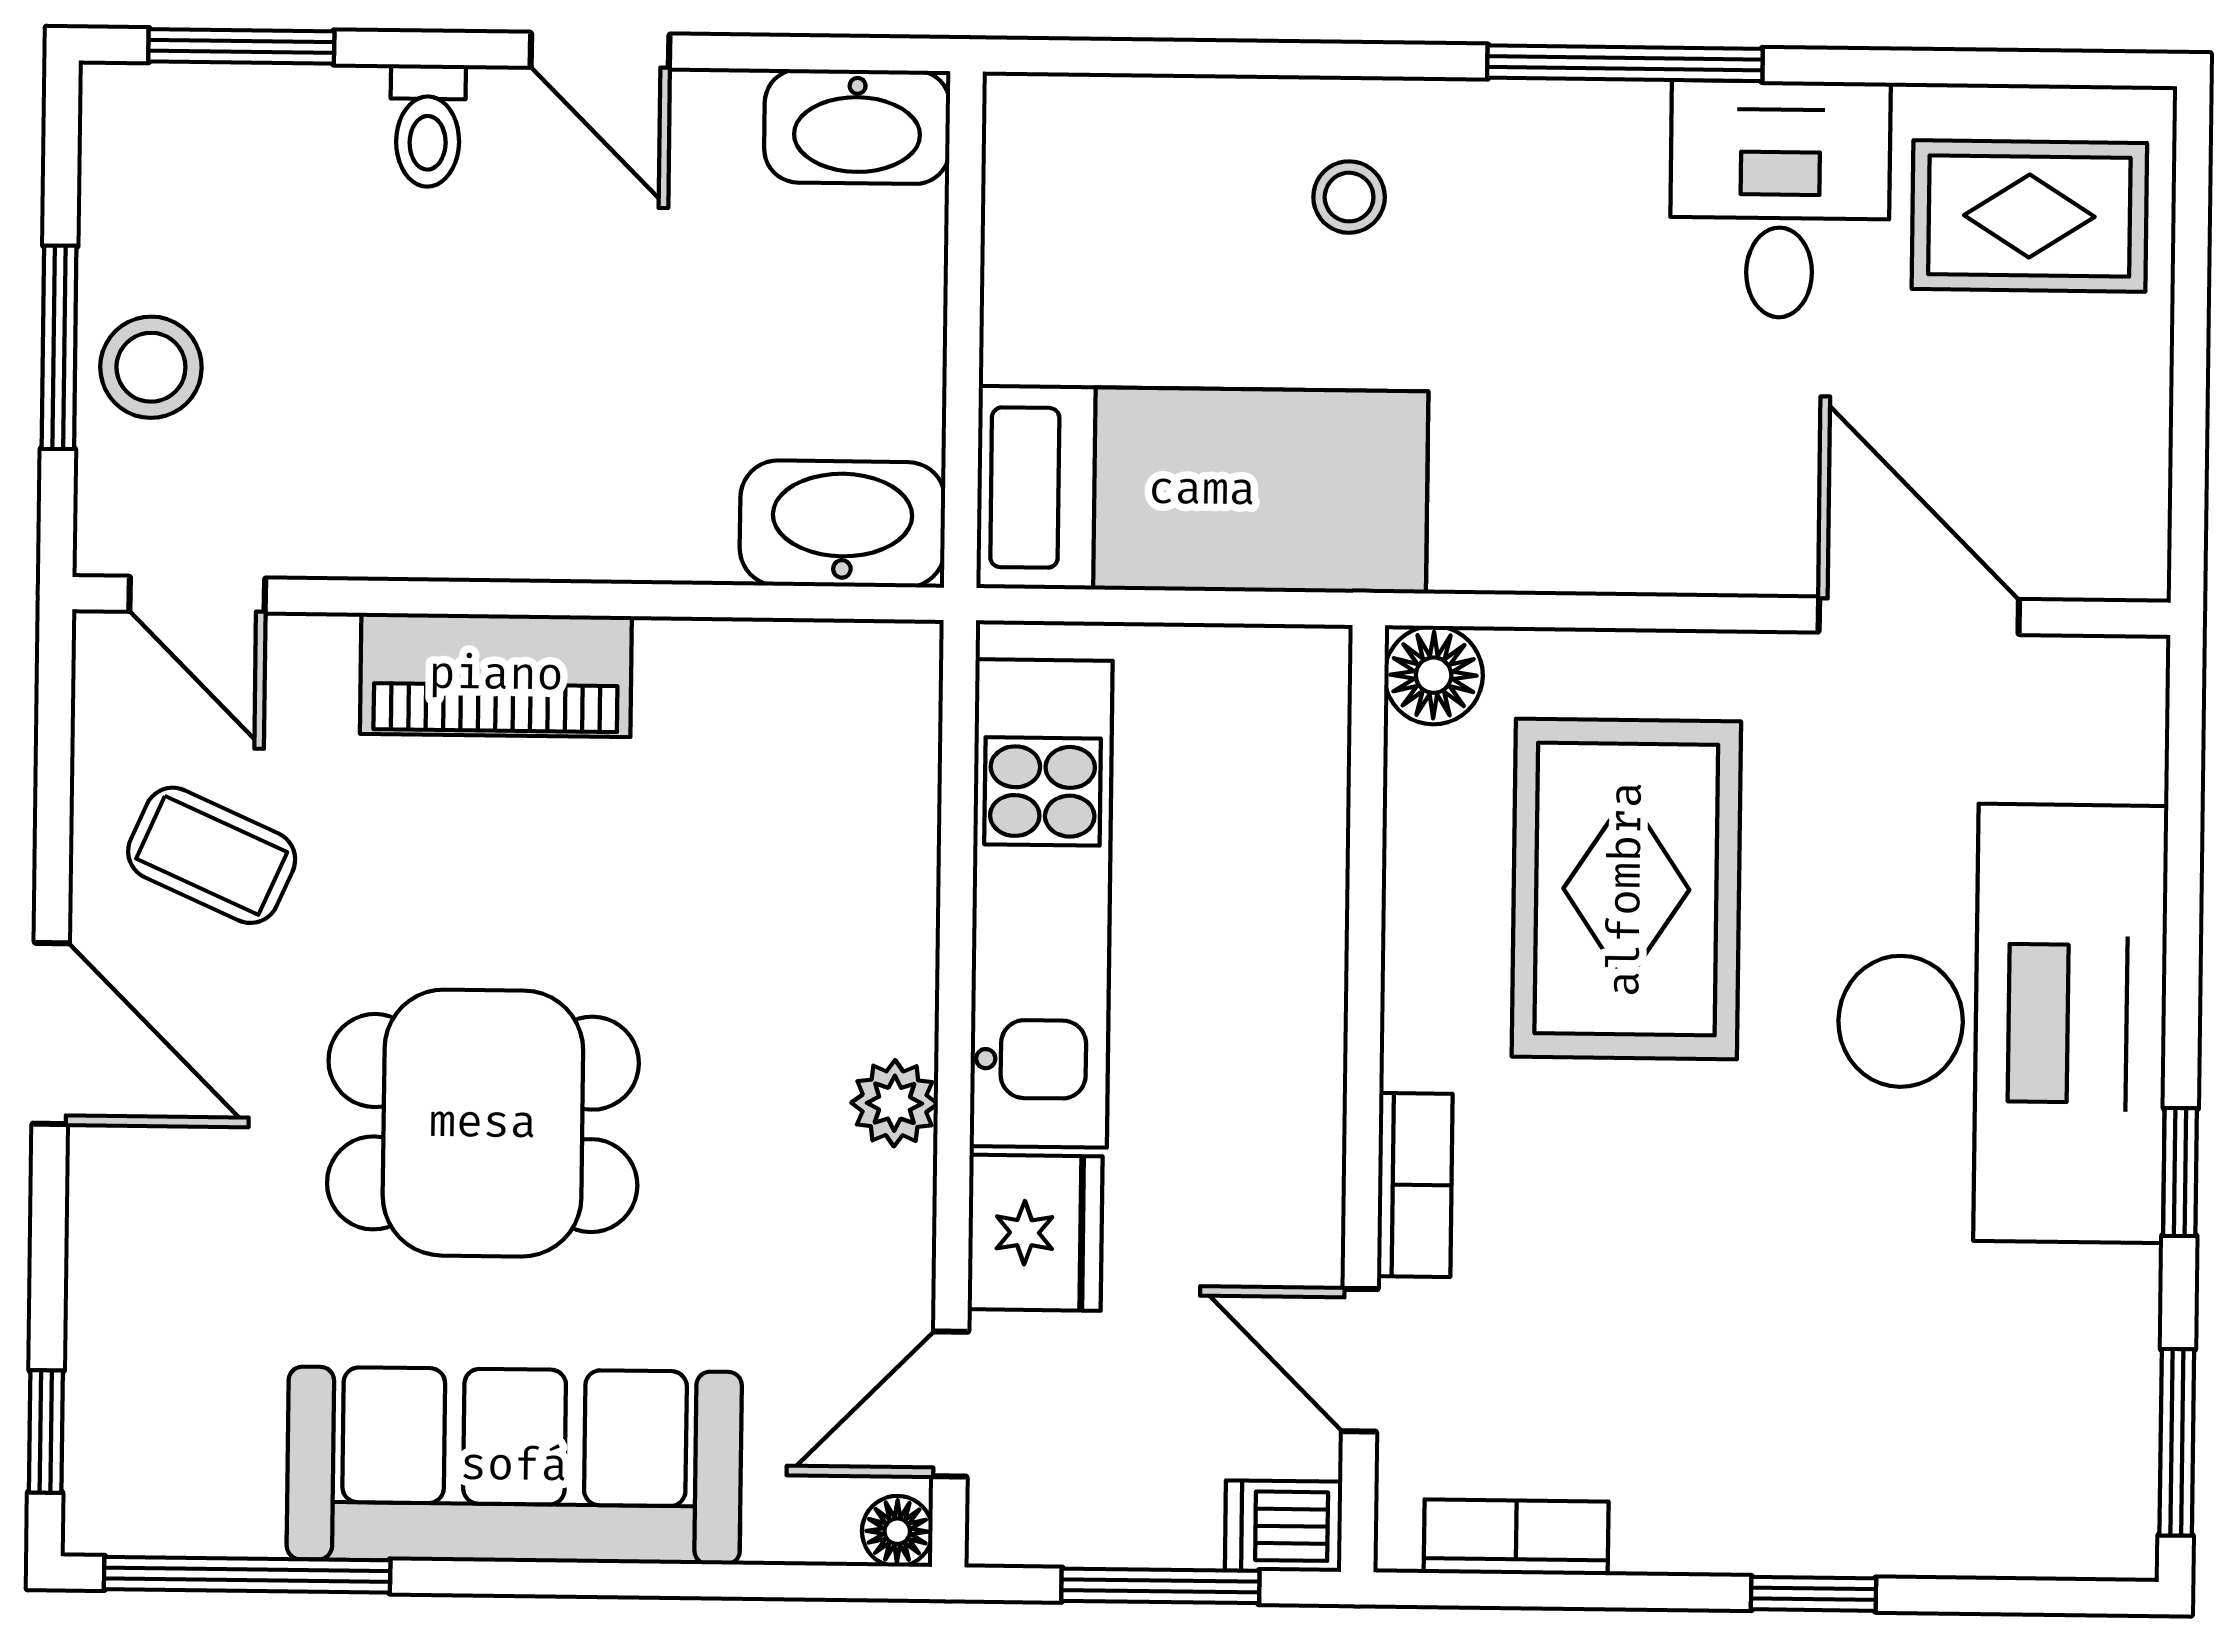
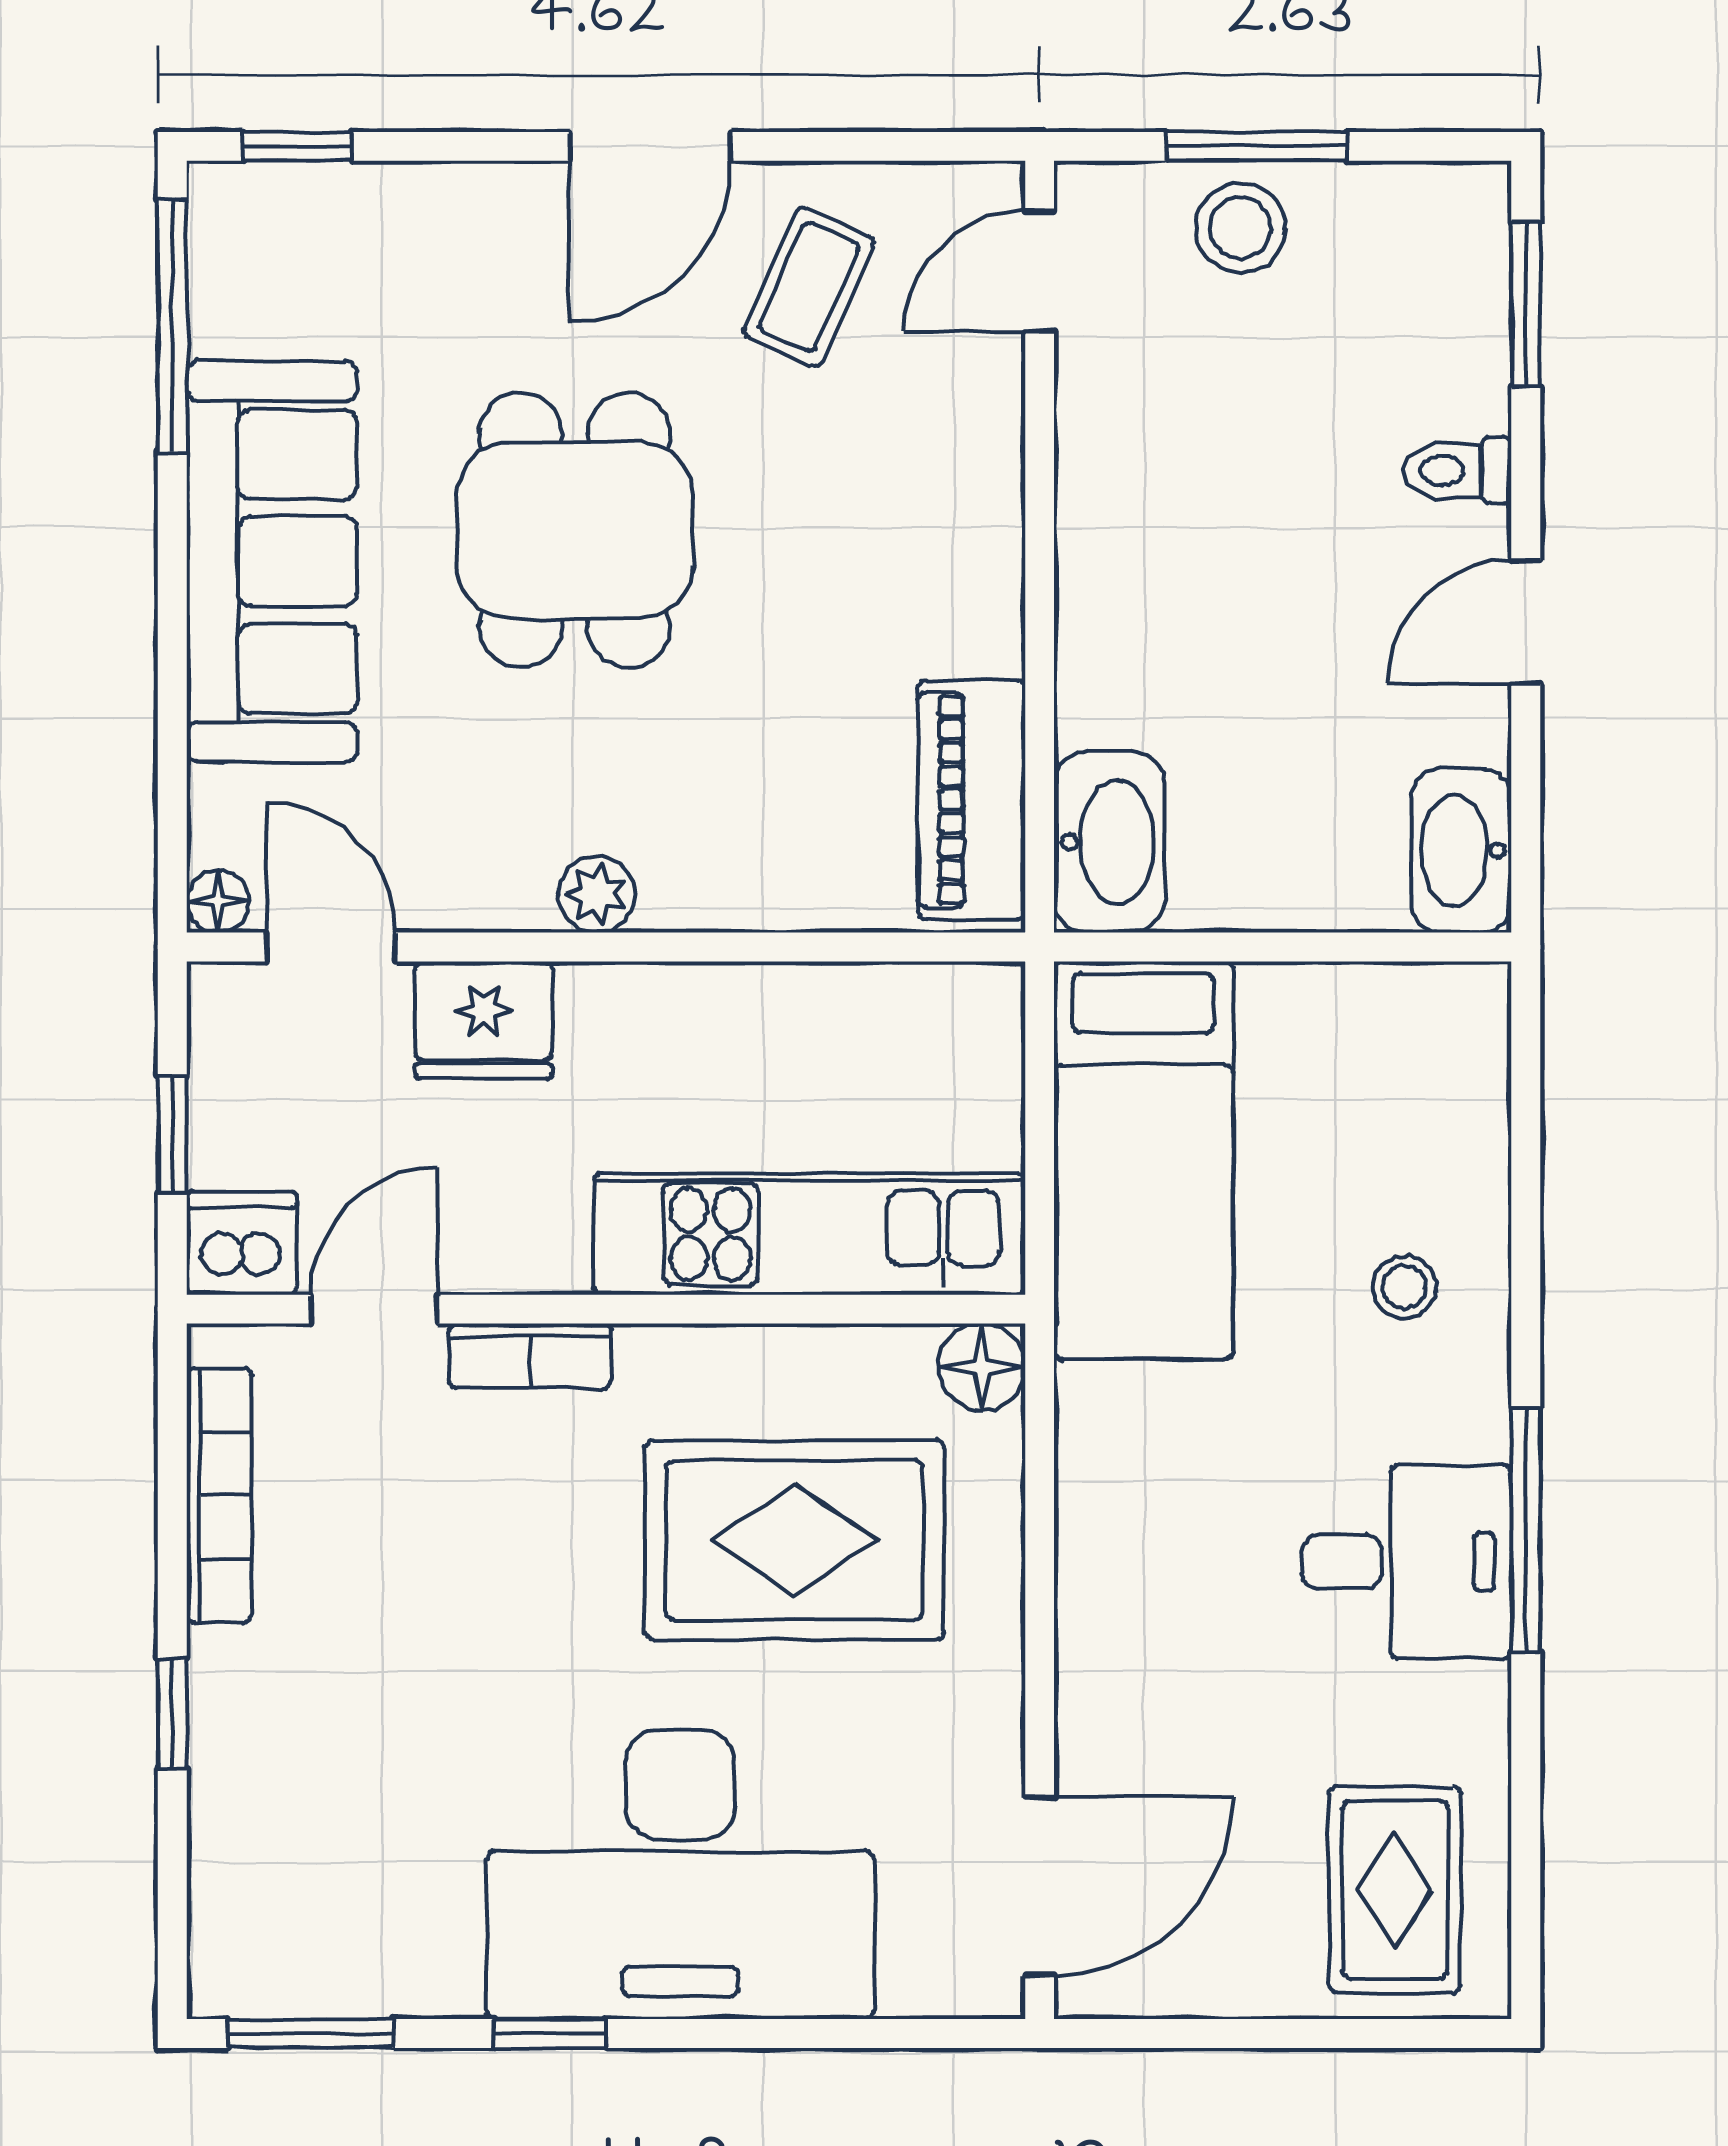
desk: (1780, 199) -> (1407, 1562), moved
door: (1919, 616) -> (1040, 1886), moved
piano: (496, 675) -> (972, 800), moved
kitchen unit: (1041, 903) -> (810, 1234), moved, turned 180
dishwasher: (1283, 1526) -> (242, 1243), width x1.38
bookcase: (1516, 1537) -> (219, 1495), width x1.56
window: (1160, 1586) -> (172, 1135), width x0.67

